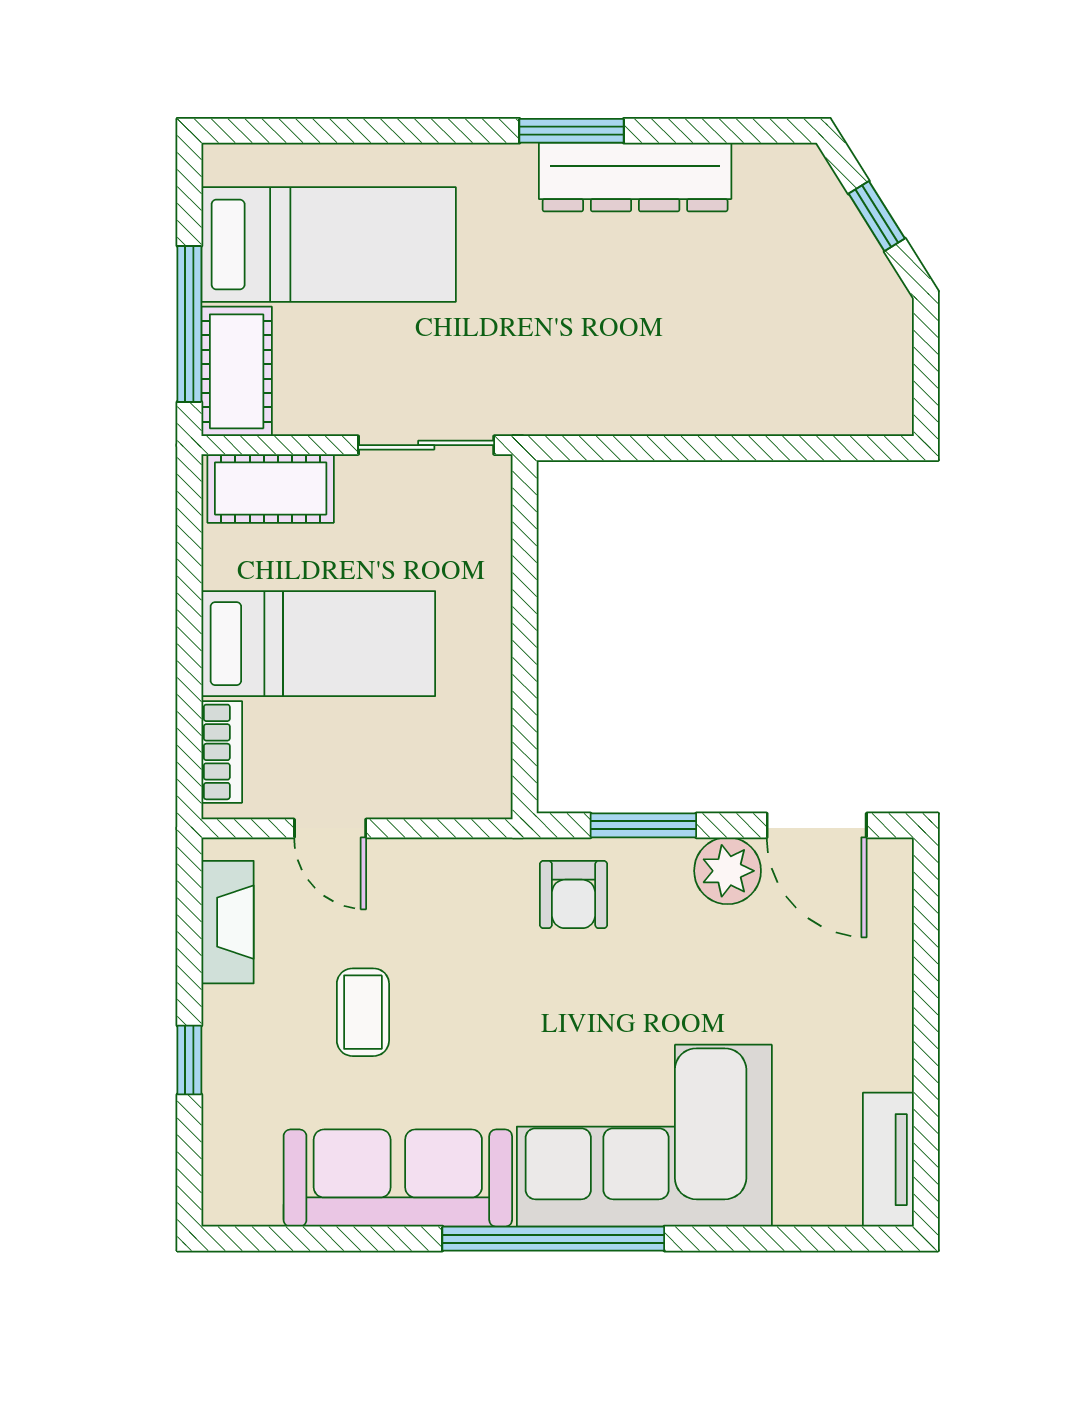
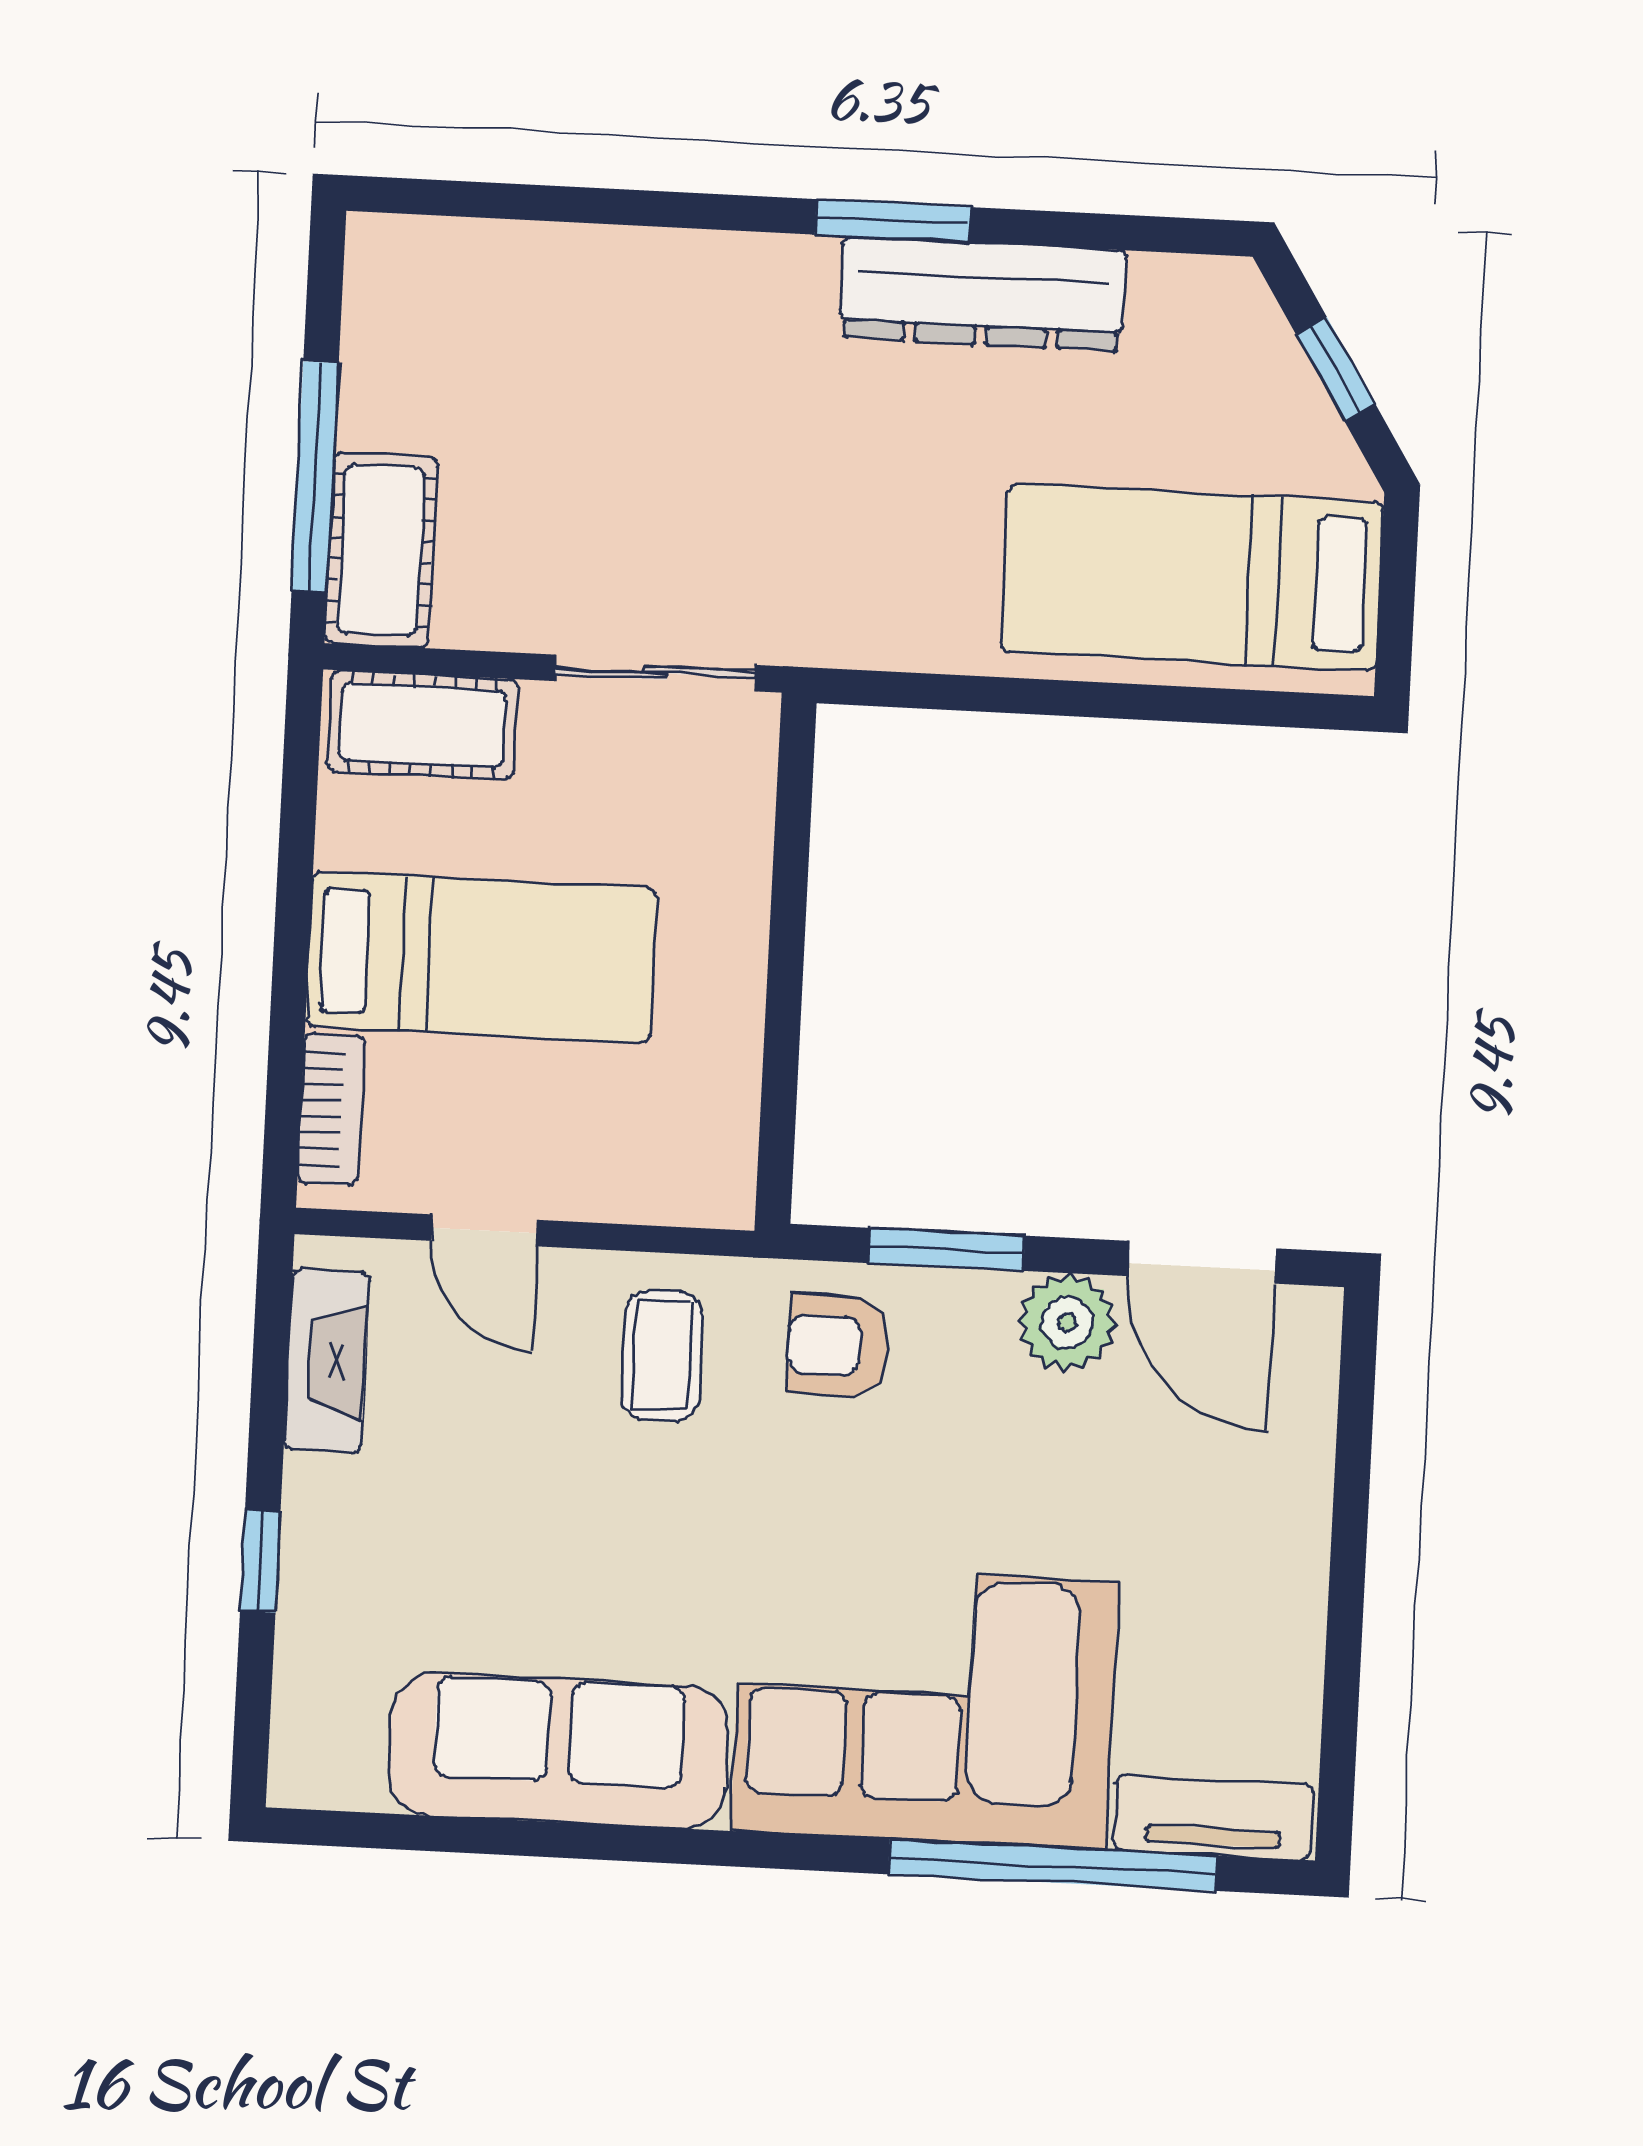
bed: (329, 244) -> (1192, 577), moved, turned 180
armchair: (574, 895) -> (838, 1346), turned 90
coffee table: (363, 1012) -> (662, 1355), moved
tv unit: (888, 1160) -> (1213, 1818), moved, turned 90
window: (553, 1239) -> (1052, 1865), moved

